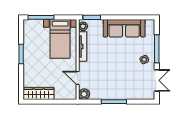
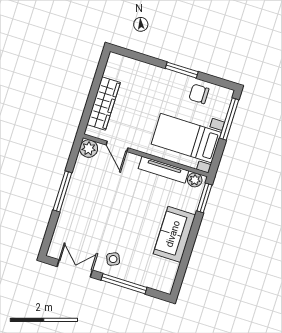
sofa: (124, 28) -> (174, 234), width x0.73
chair: (32, 40) -> (199, 94), added
door: (78, 78) -> (117, 146), swing flipped
double door: (157, 80) -> (75, 268), swing flipped
wardrobe: (39, 94) -> (104, 103), moved

